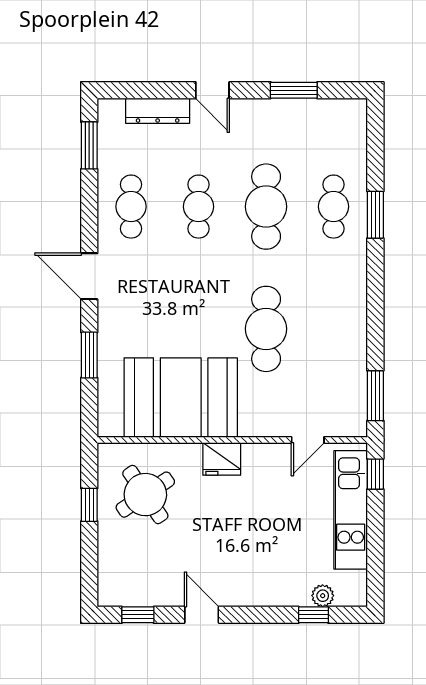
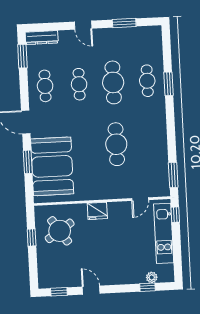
dresser: (158, 111) -> (42, 38), moved
booth: (181, 398) -> (52, 166), moved, turned 90

